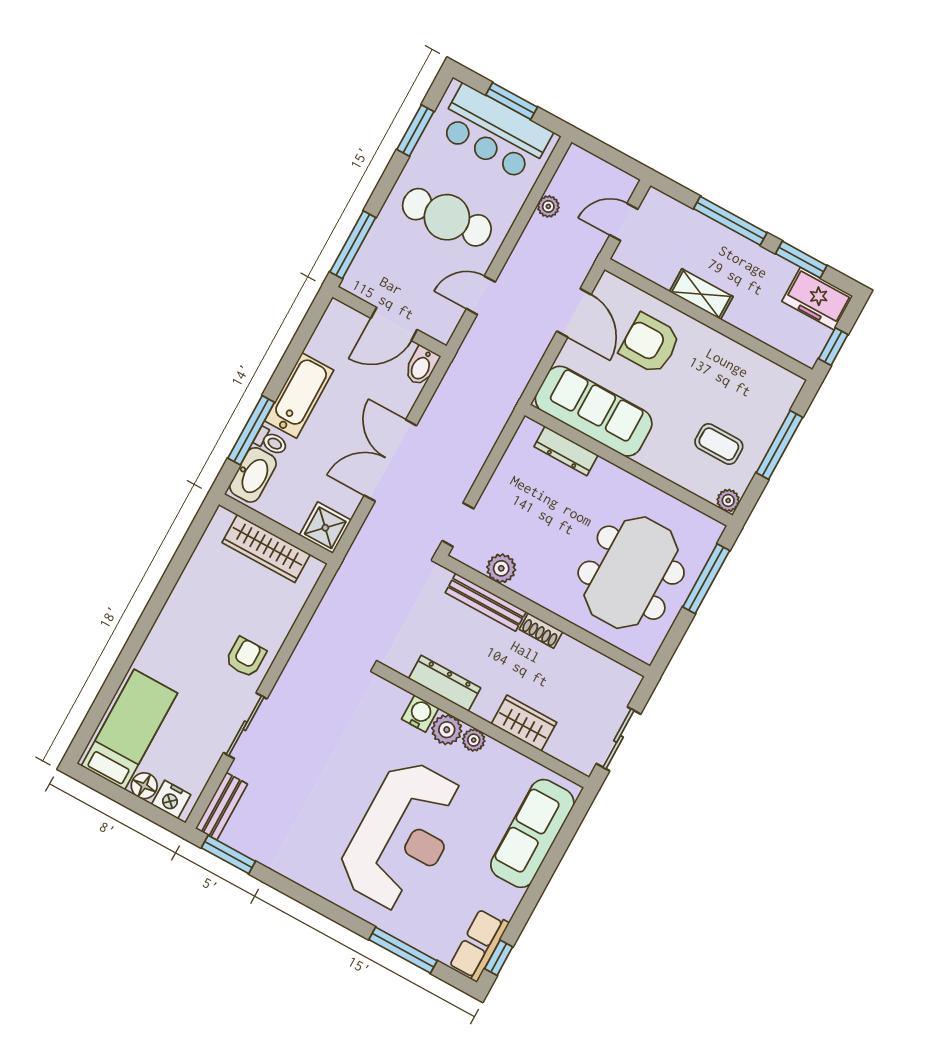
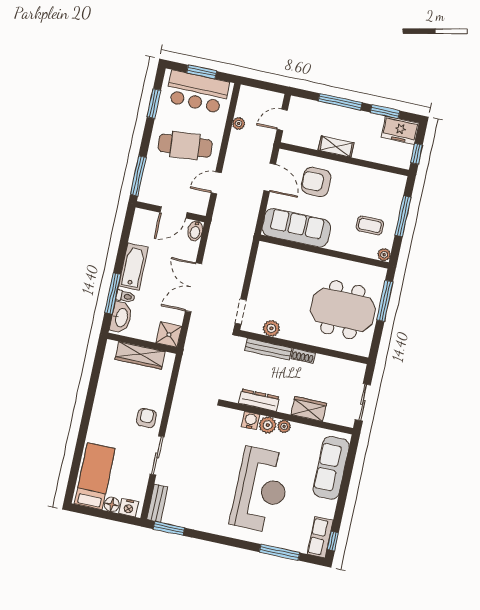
dresser: (566, 451) -> (288, 254), removed
meeting table: (631, 573) -> (343, 310), turned 90

